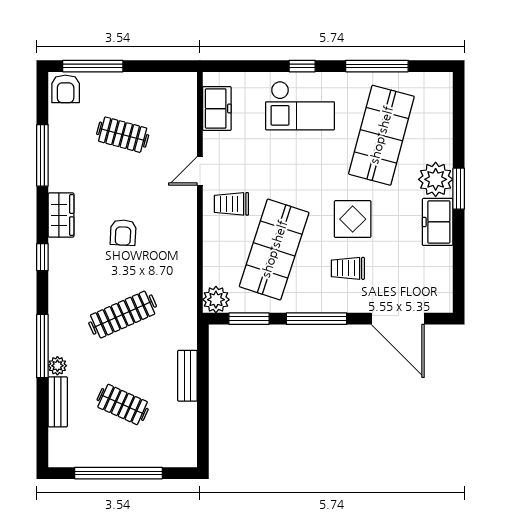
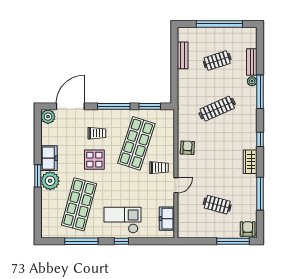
armchair: (123, 232) -> (187, 148), moved
plant: (216, 300) -> (48, 117), moved
door: (398, 319) -> (70, 106), hinge flipped
bench: (187, 376) -> (183, 55), moved
clothes rail: (123, 404) -> (217, 61), turned -42

